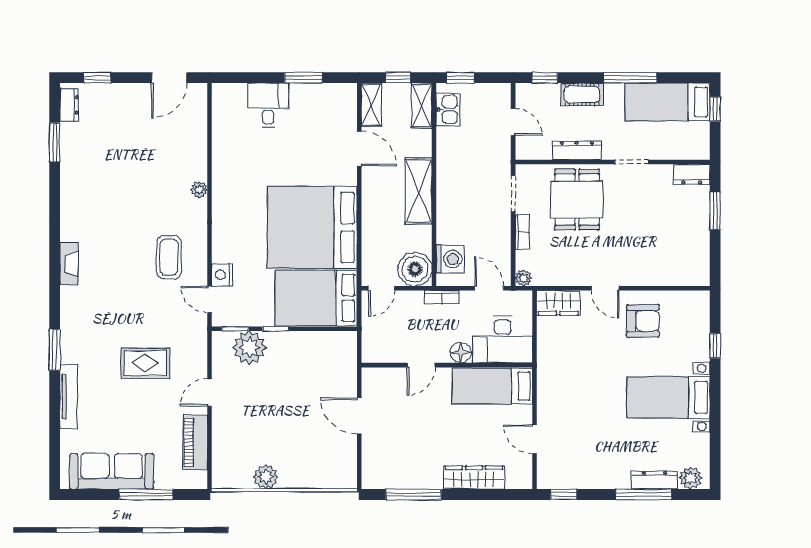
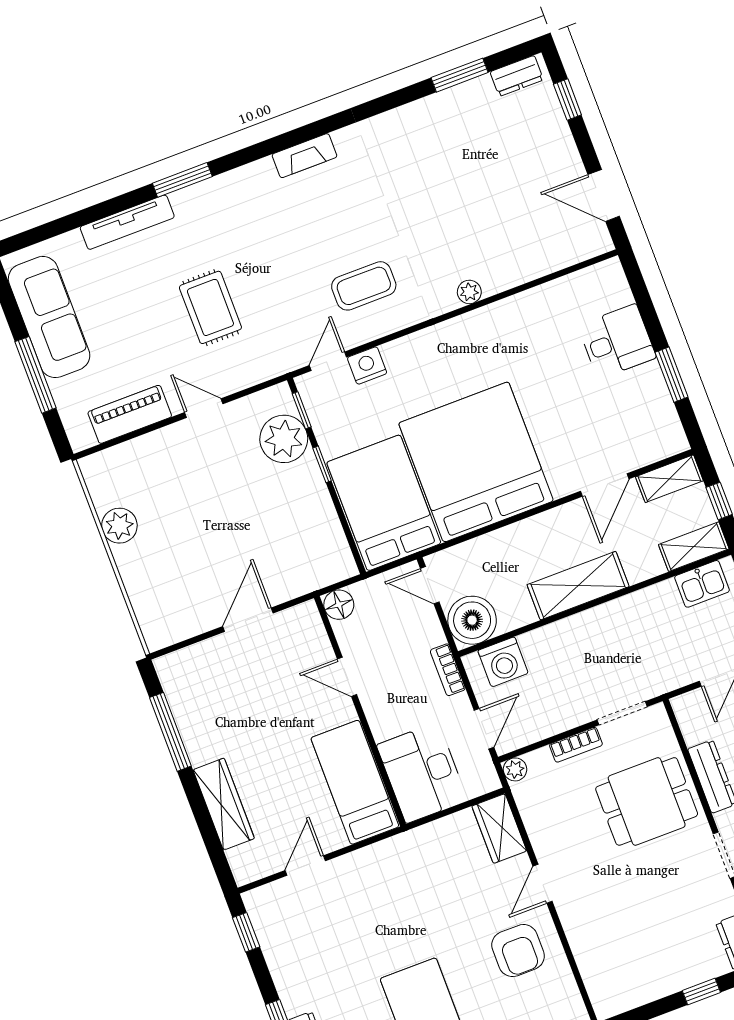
window: (715, 211) -> (701, 991), width x0.67
floor lamp: (461, 353) -> (339, 605), moved

